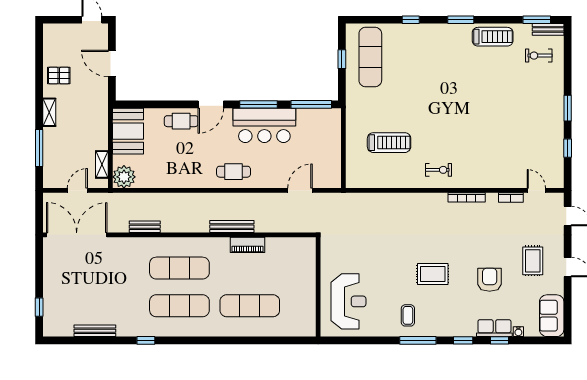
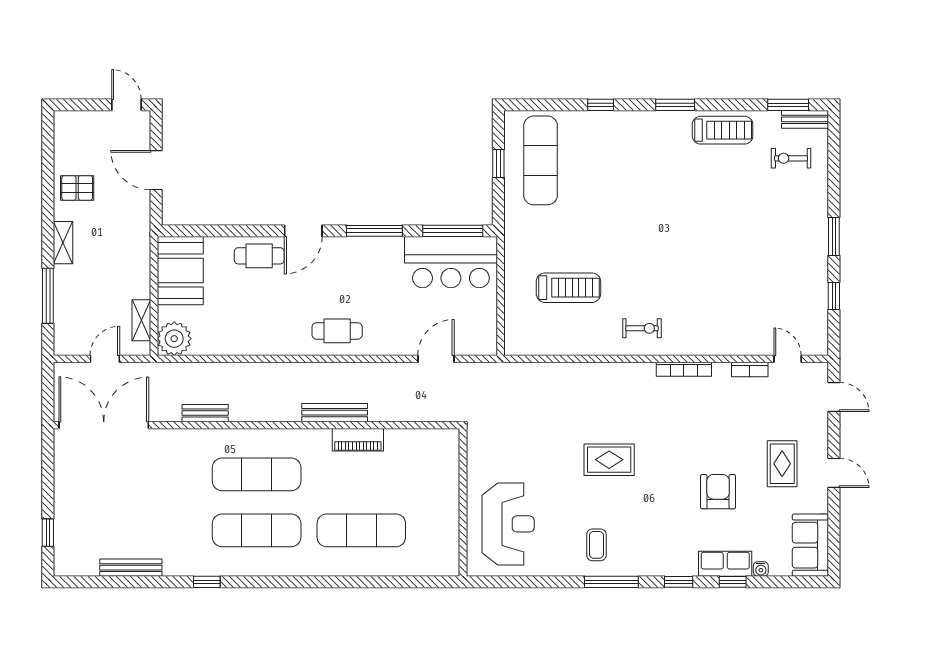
bar counter: (264, 125) -> (451, 262), moved
rug: (433, 274) -> (609, 460), moved

